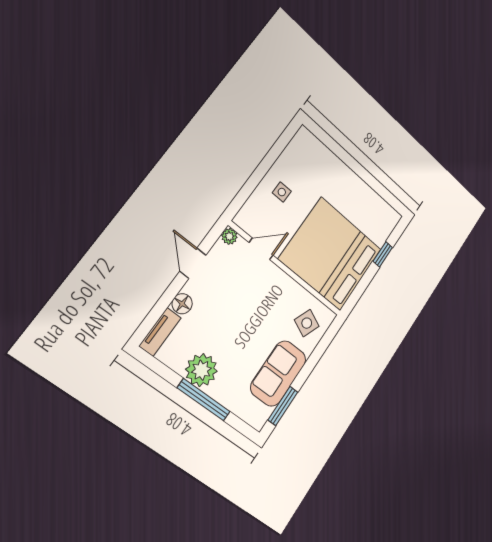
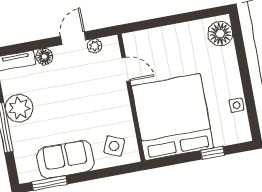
floor lamp: (309, 148) -> (220, 34), added
side table: (282, 192) -> (236, 105), moved
plant: (229, 236) -> (95, 46), moved

